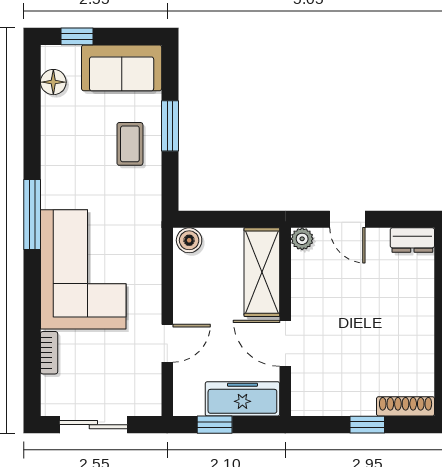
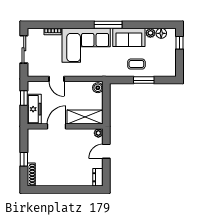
sofa: (122, 68) -> (129, 37), moved, turned -90
plant: (52, 109) -> (150, 33), added

